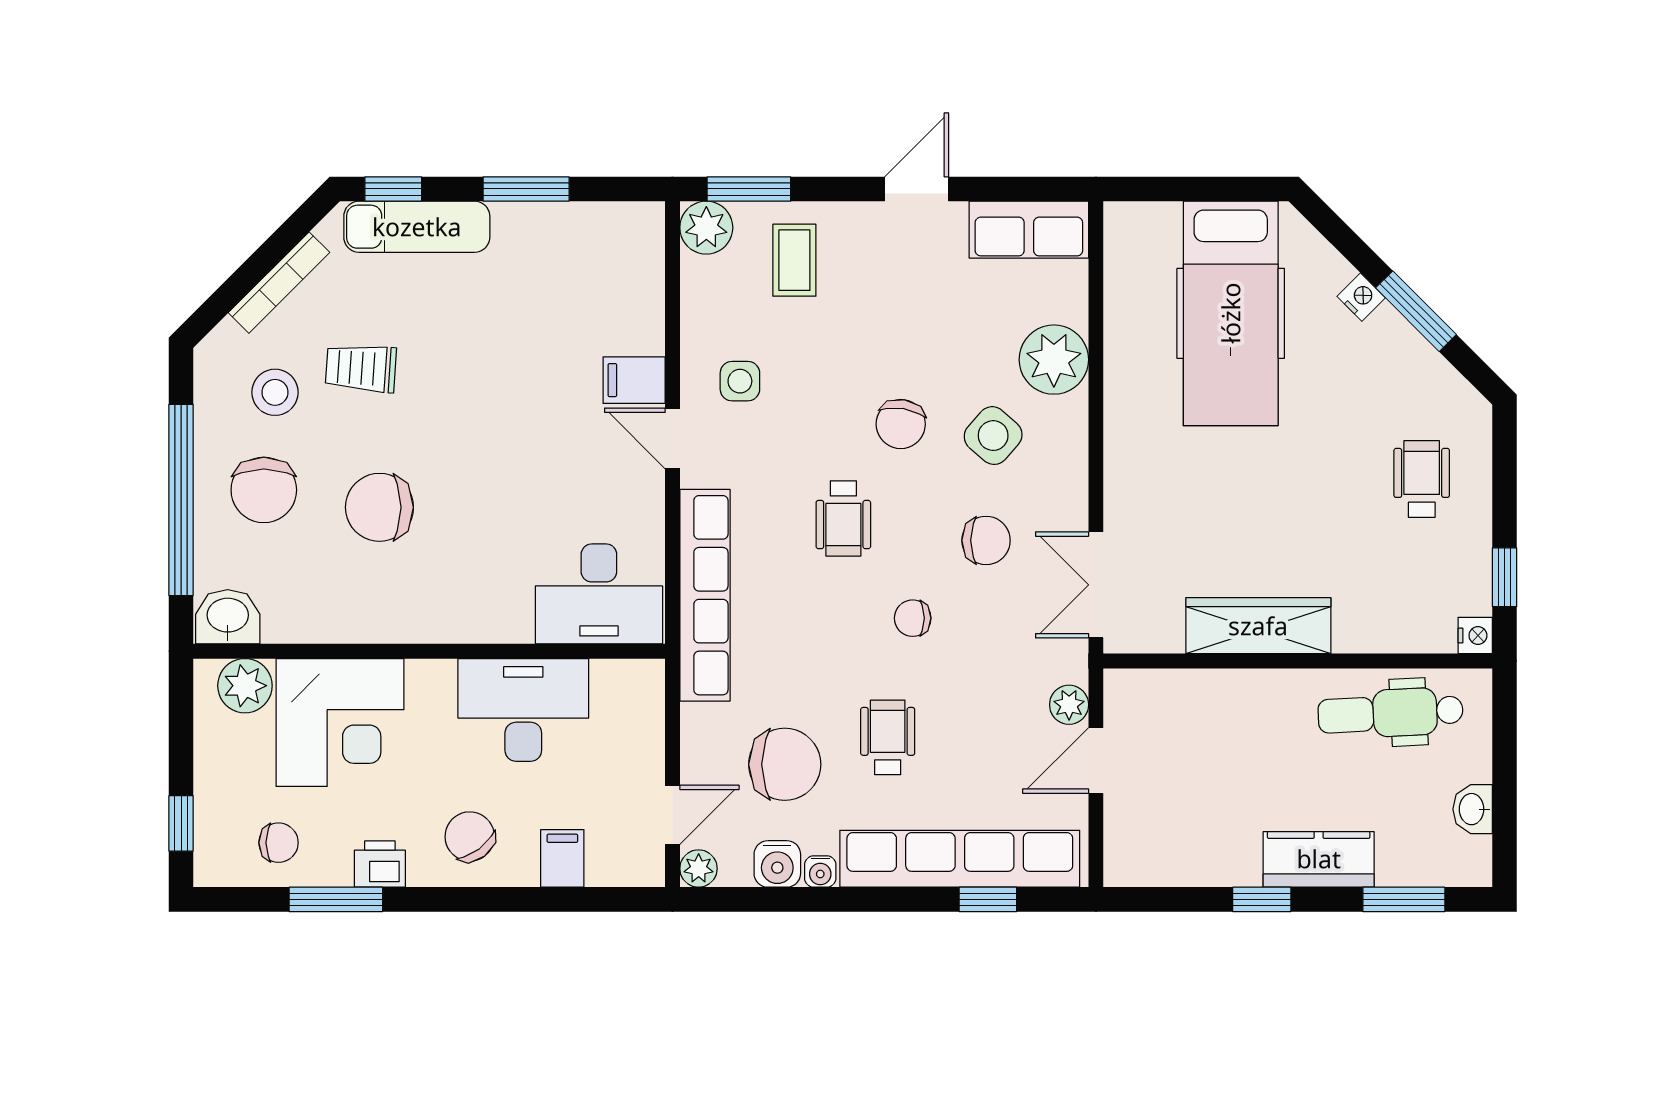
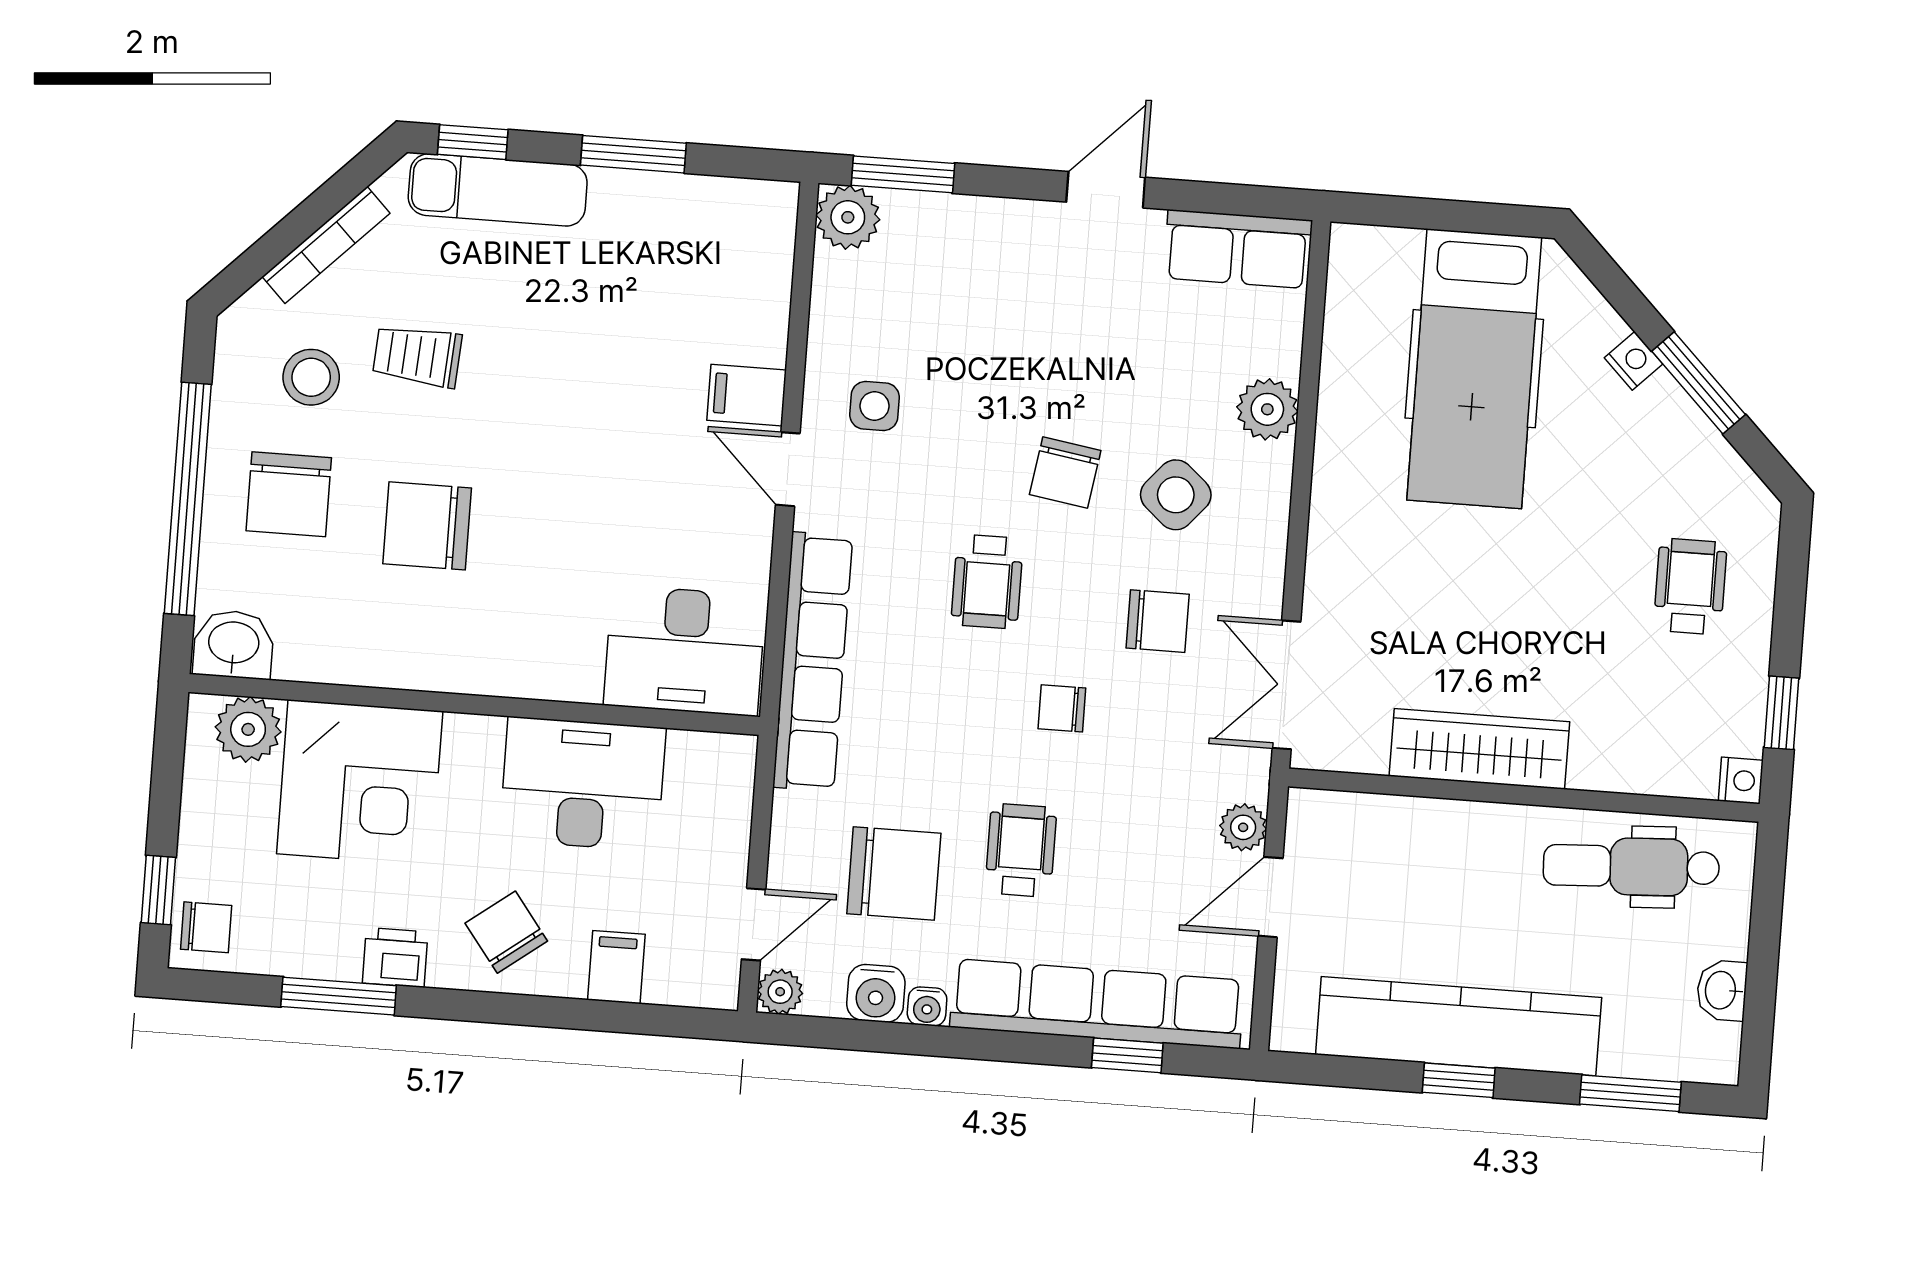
coffee table: (794, 260) -> (951, 265), removed
plant: (1054, 360) -> (1267, 409), width x0.73, depth x0.73
chair: (279, 843) -> (206, 927), moved
kitchen counter: (1319, 859) -> (1459, 1026), width x2.08, depth x1.17

